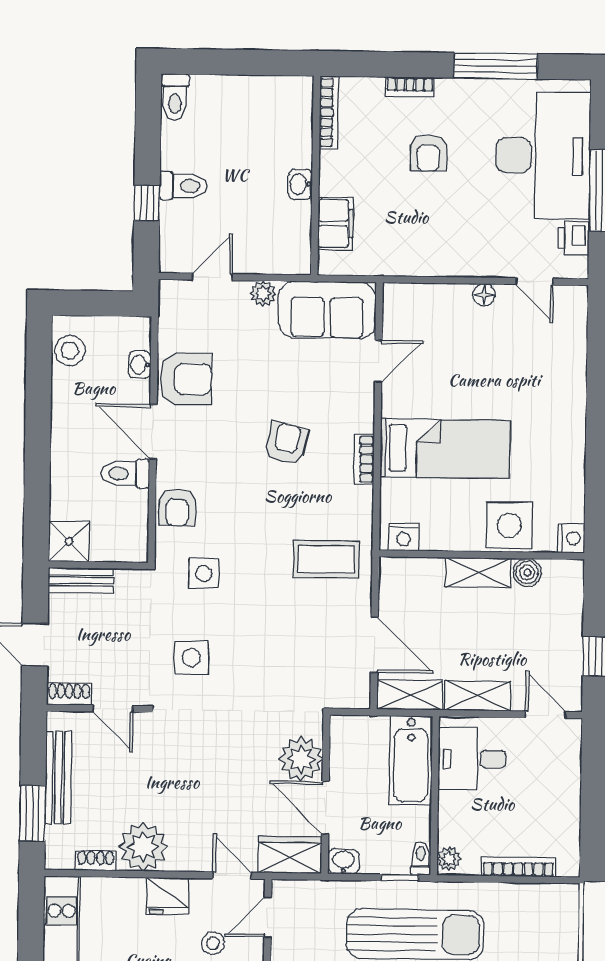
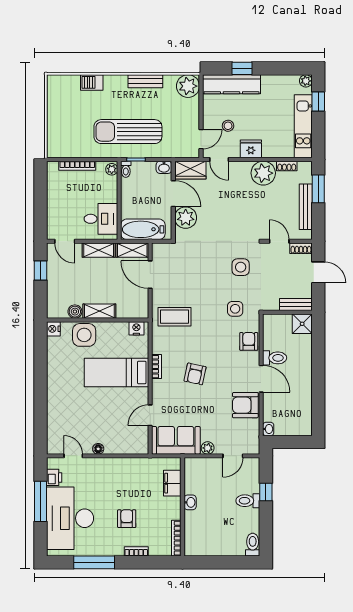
stool: (70, 351) -> (303, 418), removed
washbasin: (140, 365) -> (268, 429), moved
bathtub: (411, 761) -> (143, 229), moved, turned -90

